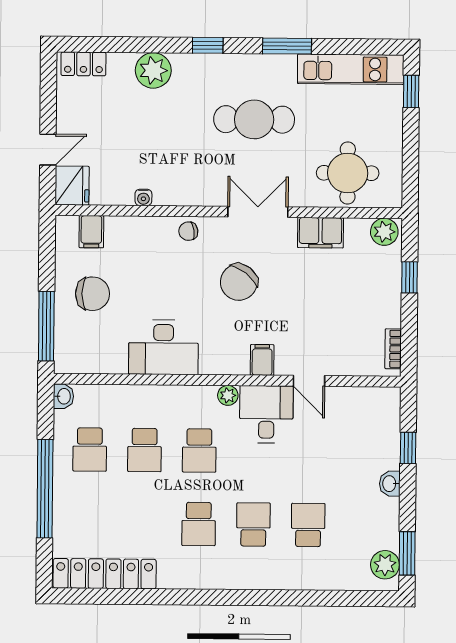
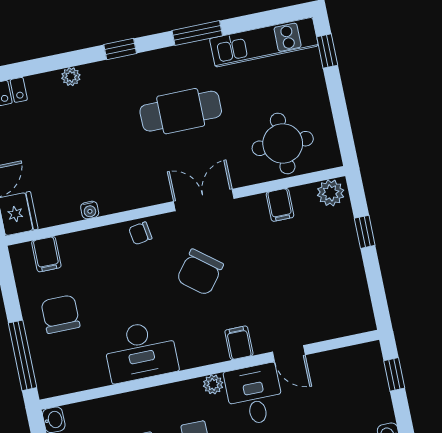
plant: (153, 70) -> (71, 77), width x0.53, depth x0.53
filing cabinet: (320, 233) -> (280, 205), width x0.50
chair: (93, 294) -> (60, 314), turned -90
bookcase: (393, 349) -> (364, 305), removed
window: (408, 448) -> (394, 374), moved

